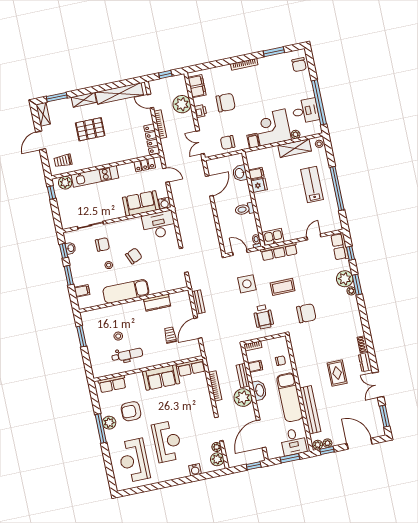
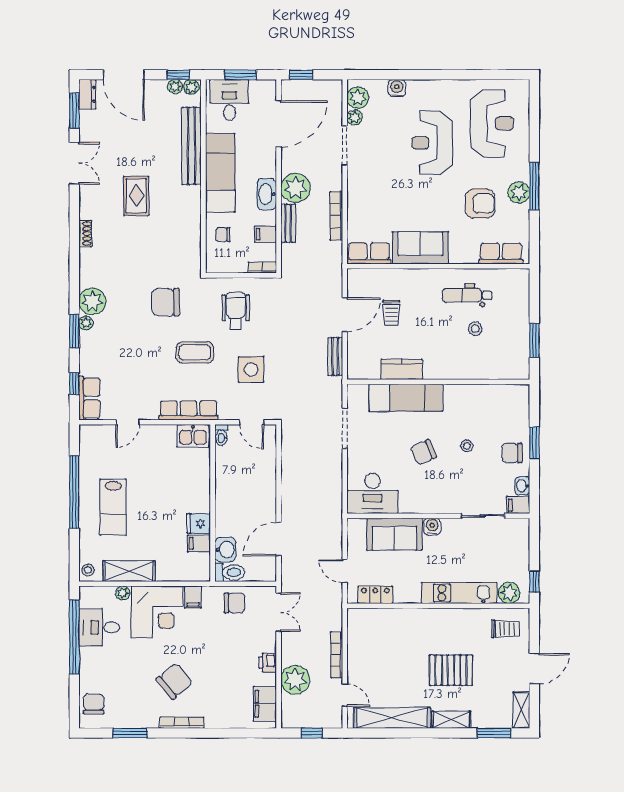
chair: (226, 103) -> (174, 681), moved, turned 141
locker: (152, 139) -> (355, 633), removed
water cooler: (164, 203) -> (432, 527), moved
toilet: (245, 209) -> (230, 572), moved
chair: (102, 244) -> (512, 453), moved
window: (64, 251) -> (534, 484), removed
plant: (345, 279) -> (92, 301), moved
filing cabinet: (82, 291) -> (518, 505), moved
exam couch: (126, 291) -> (406, 398), moved
dresser: (365, 362) -> (87, 94), moved

